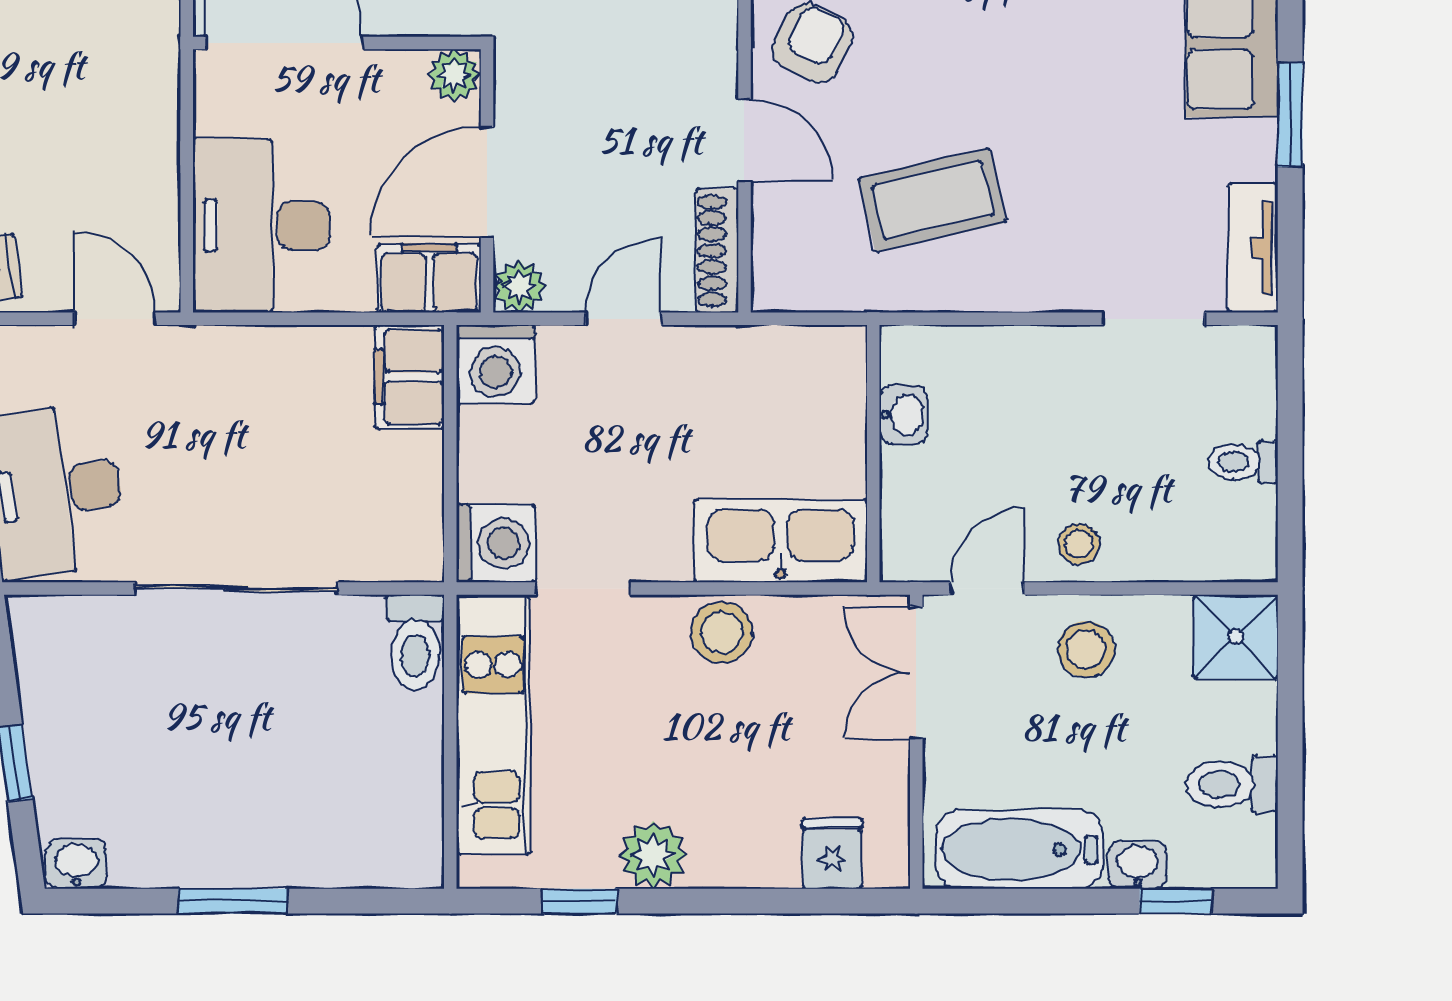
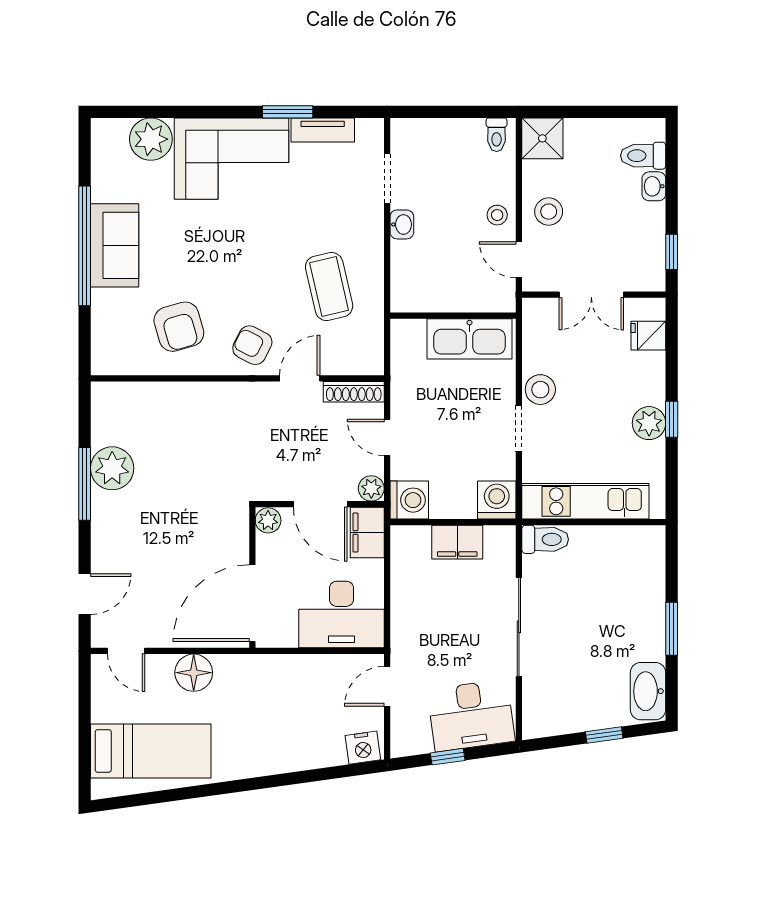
tv unit: (1253, 248) -> (323, 130), moved
filing cabinet: (409, 377) -> (457, 542), moved
washbasin: (903, 415) -> (402, 224), moved, turned 90
toilet: (1243, 462) -> (497, 135), moved
kitchen sink: (781, 541) -> (470, 339), moved, turned -90
doorway: (583, 588) -> (519, 429), moved
double door: (916, 673) -> (591, 295), moved
toilet: (1232, 784) -> (643, 156), moved, turned 90
bathtub: (1020, 849) -> (646, 244), removed
washbasin: (76, 864) -> (648, 691), width x1.91, depth x1.45
window: (580, 901) -> (672, 419), moved
window: (1176, 901) -> (672, 252), moved

